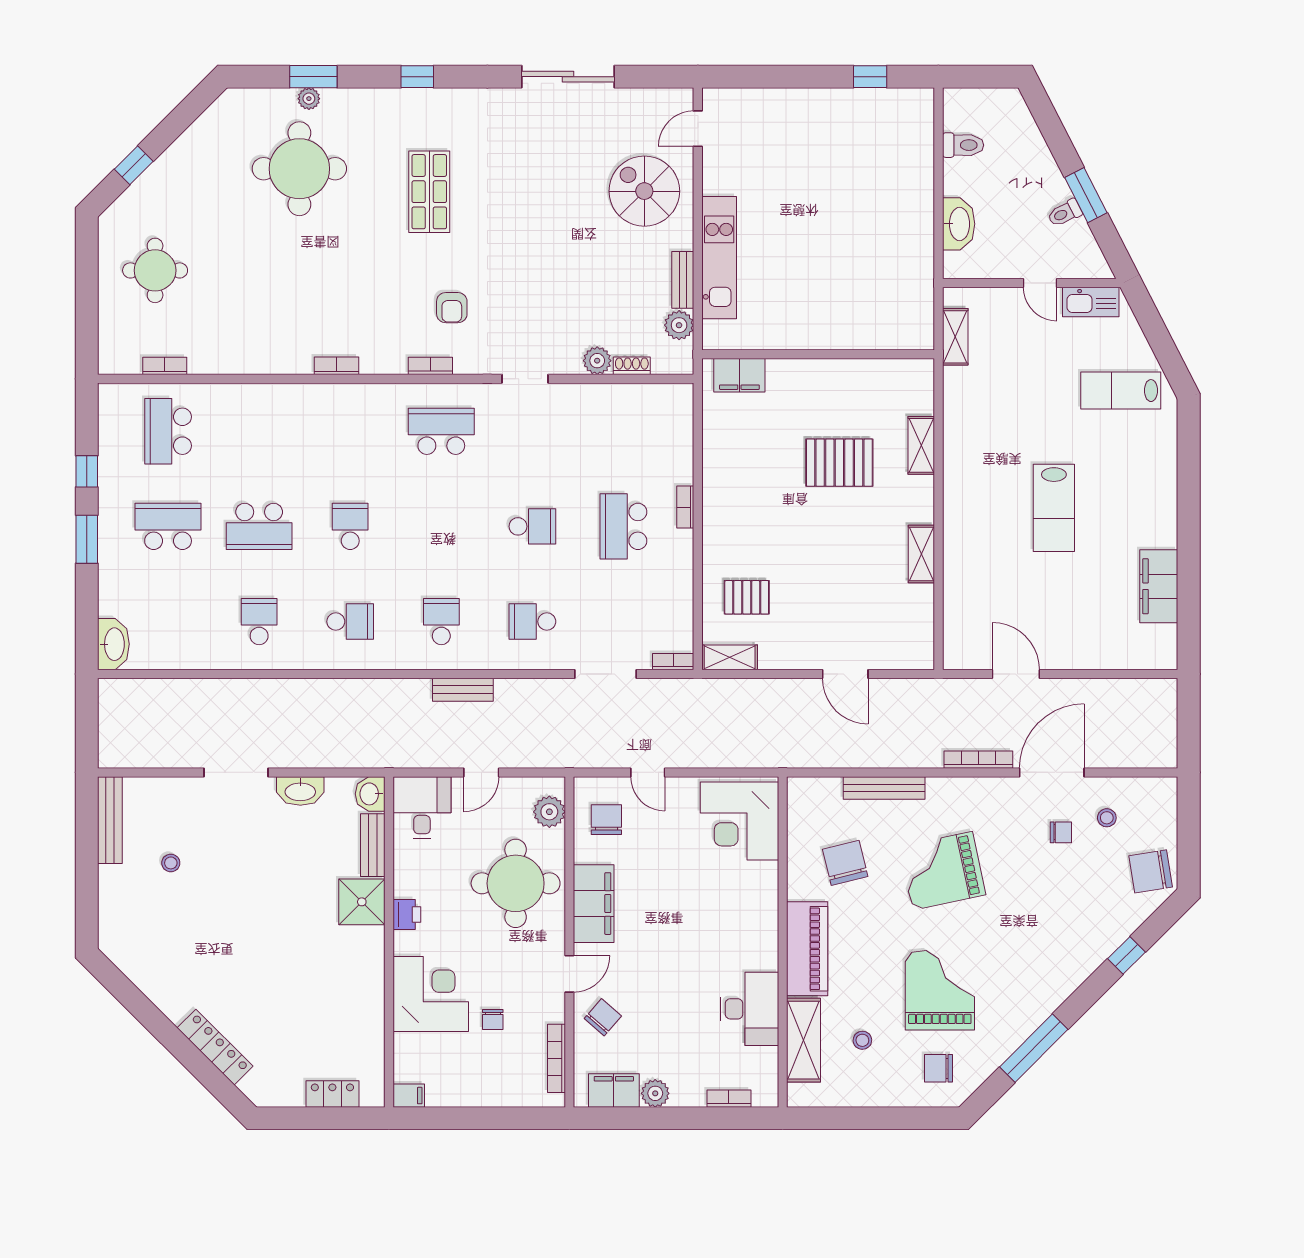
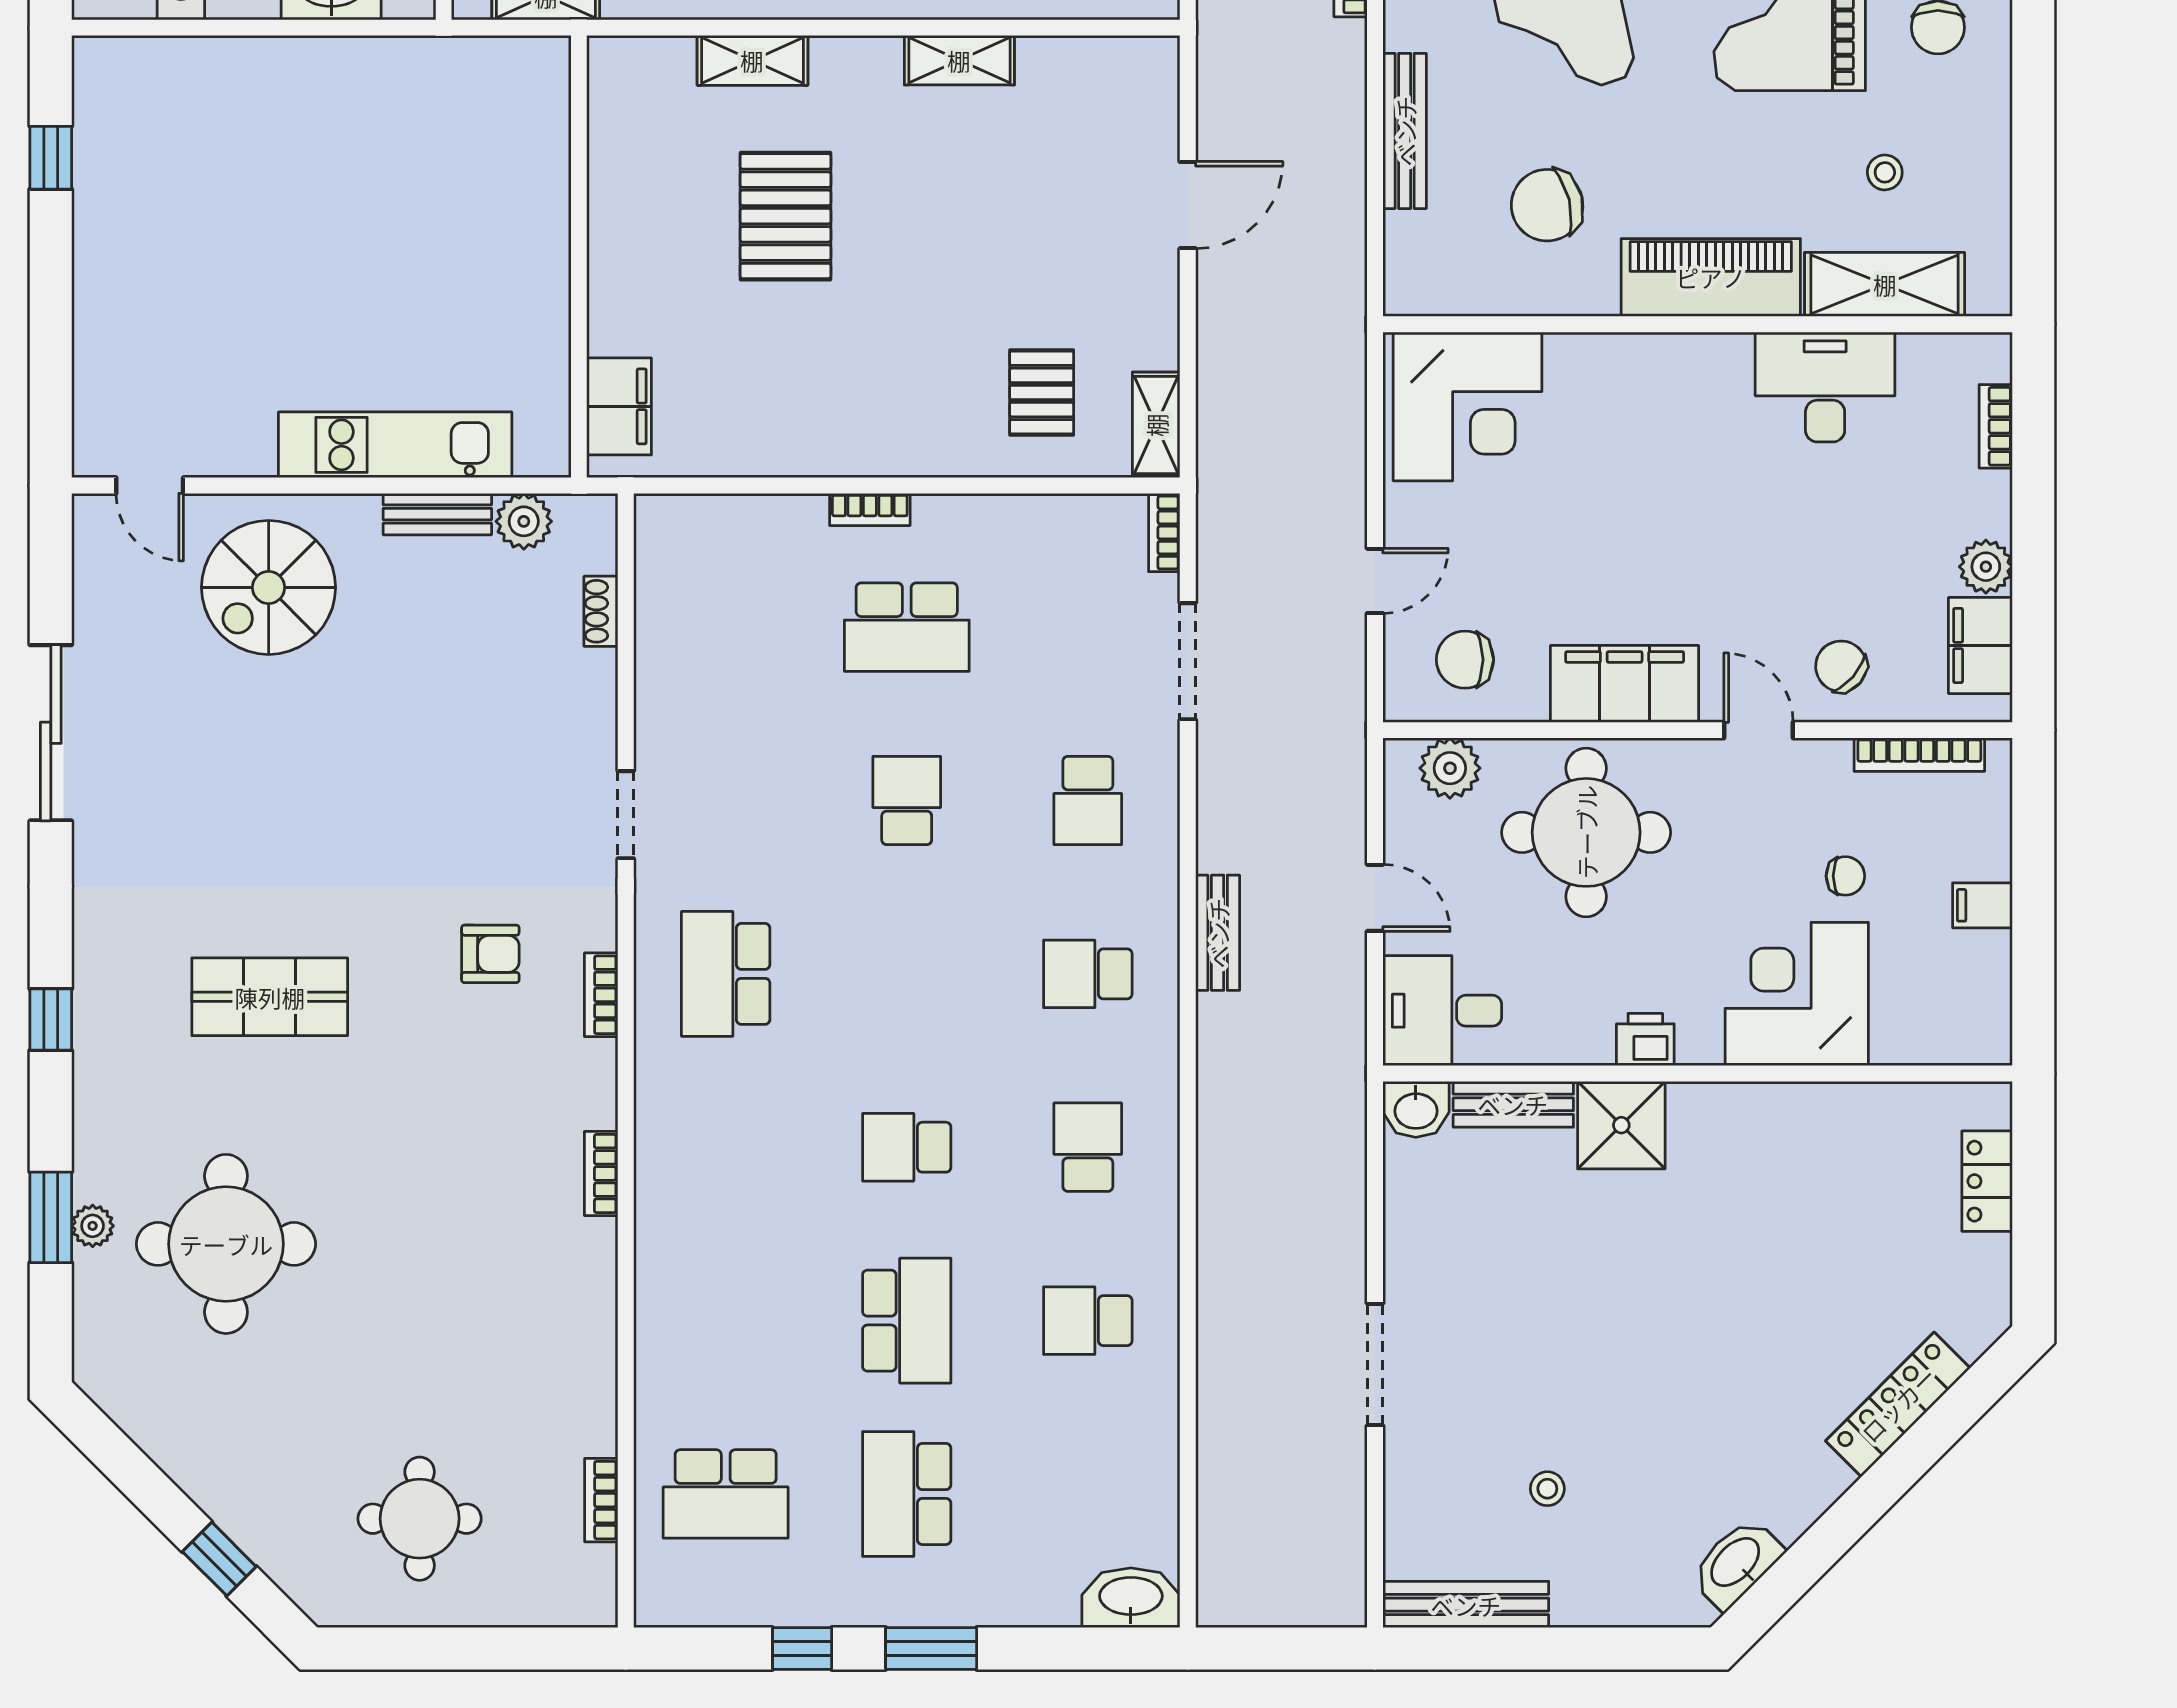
plant: (597, 361) -> (591, 677), removed
washbasin: (300, 791) -> (1736, 1563), moved, turned -135
filing cabinet: (409, 1096) -> (1983, 905), moved, turned -90

